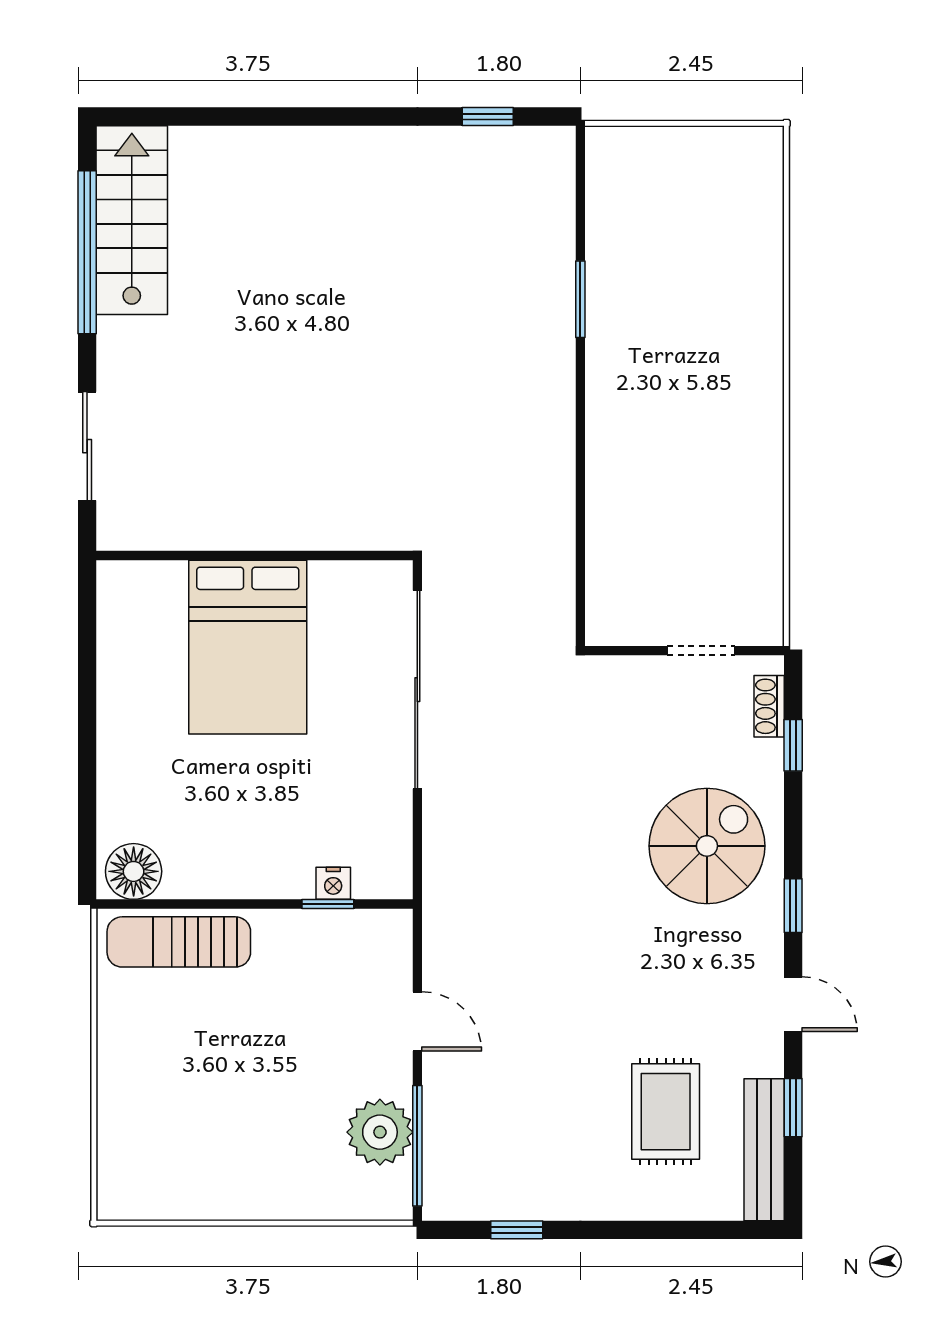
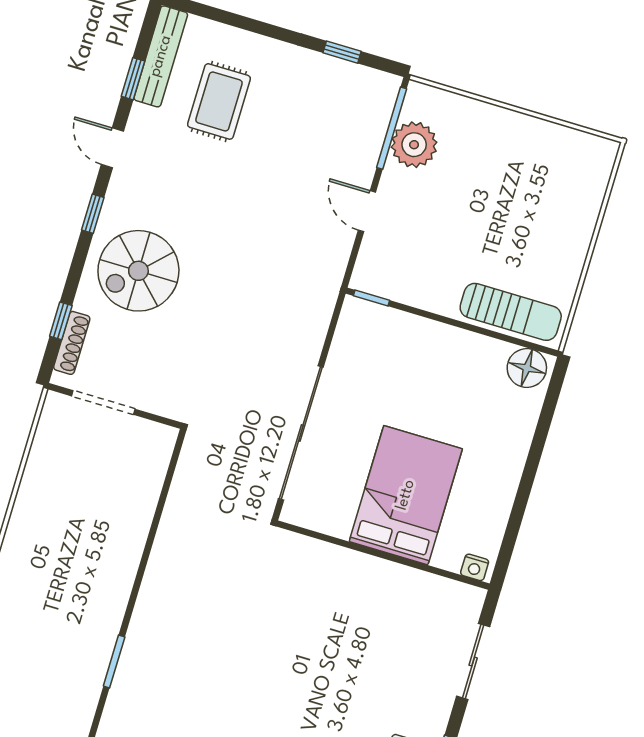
doorway: (701, 651) -> (103, 403), width x1.38
shoe rack: (769, 706) -> (72, 343), width x1.43
nightstand: (333, 883) -> (475, 567), moved, turned 180
window: (328, 904) -> (372, 298), moved

